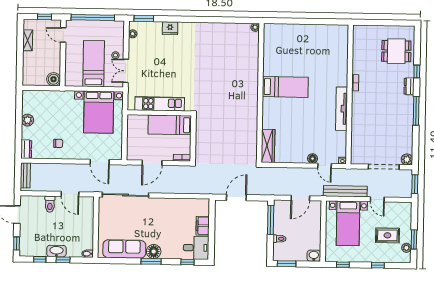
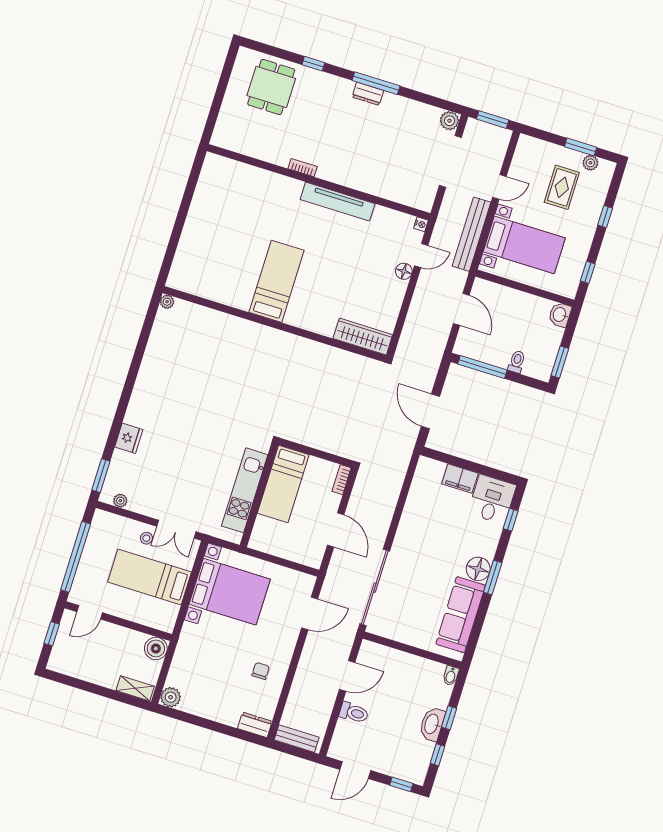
shelving: (28, 40) -> (135, 688), moved
dresser: (409, 86) -> (368, 94), moved
plant: (28, 120) -> (171, 697), moved

